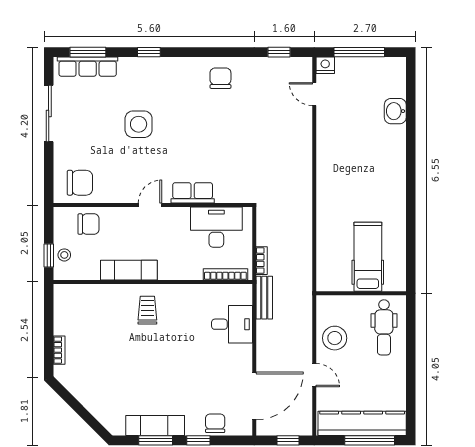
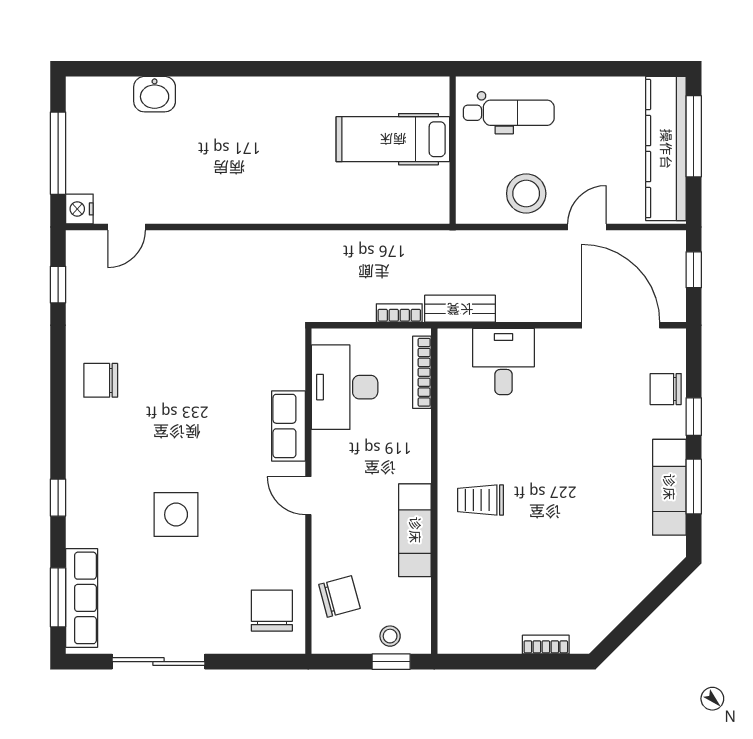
chair: (88, 224) -> (339, 596), turned 75

